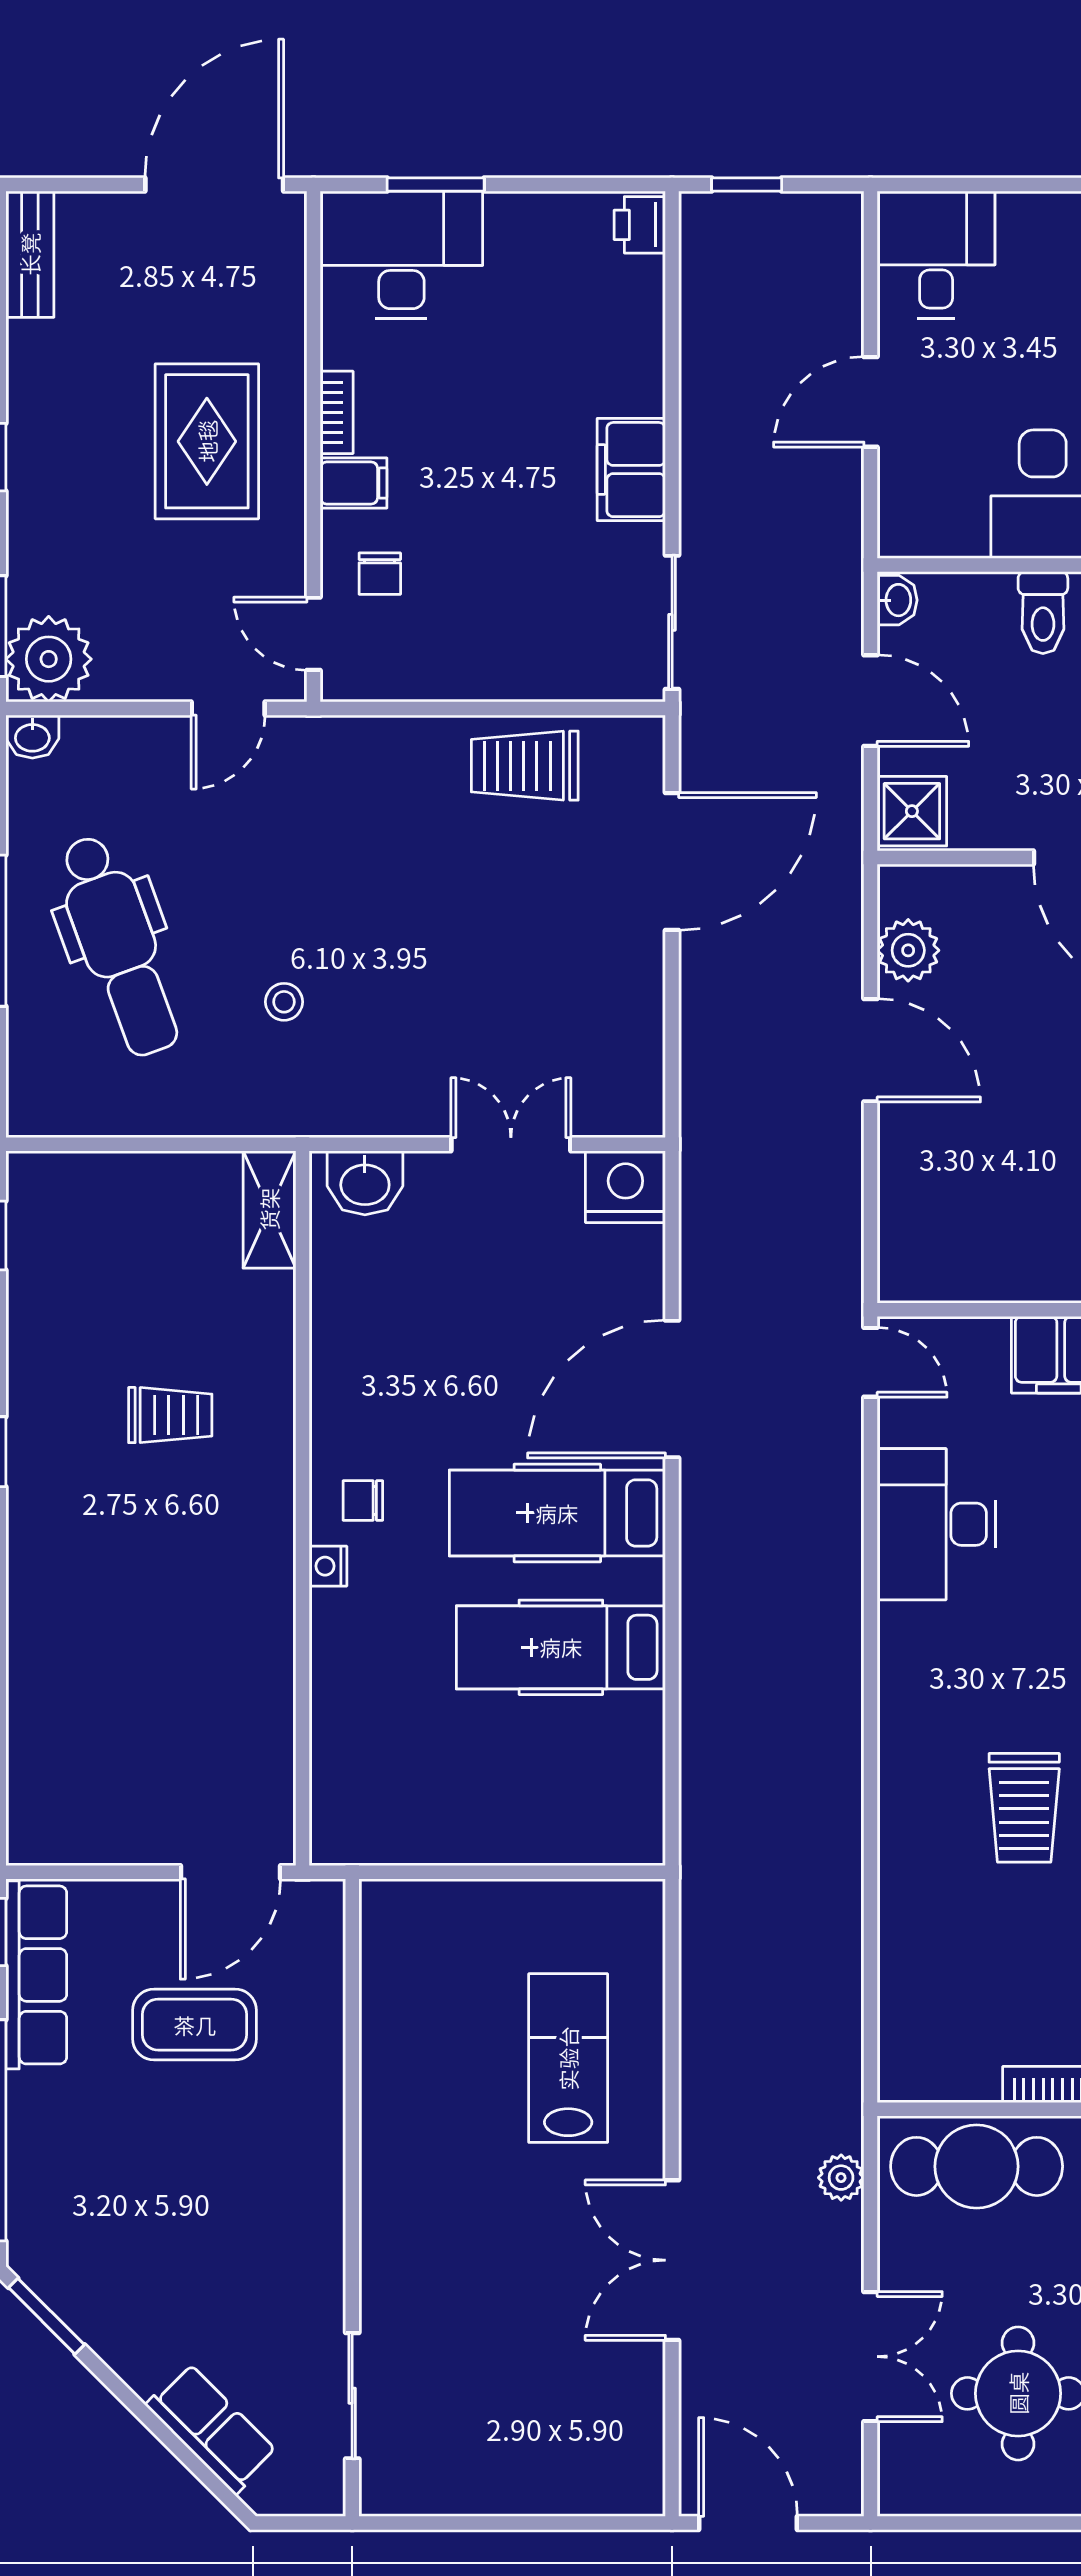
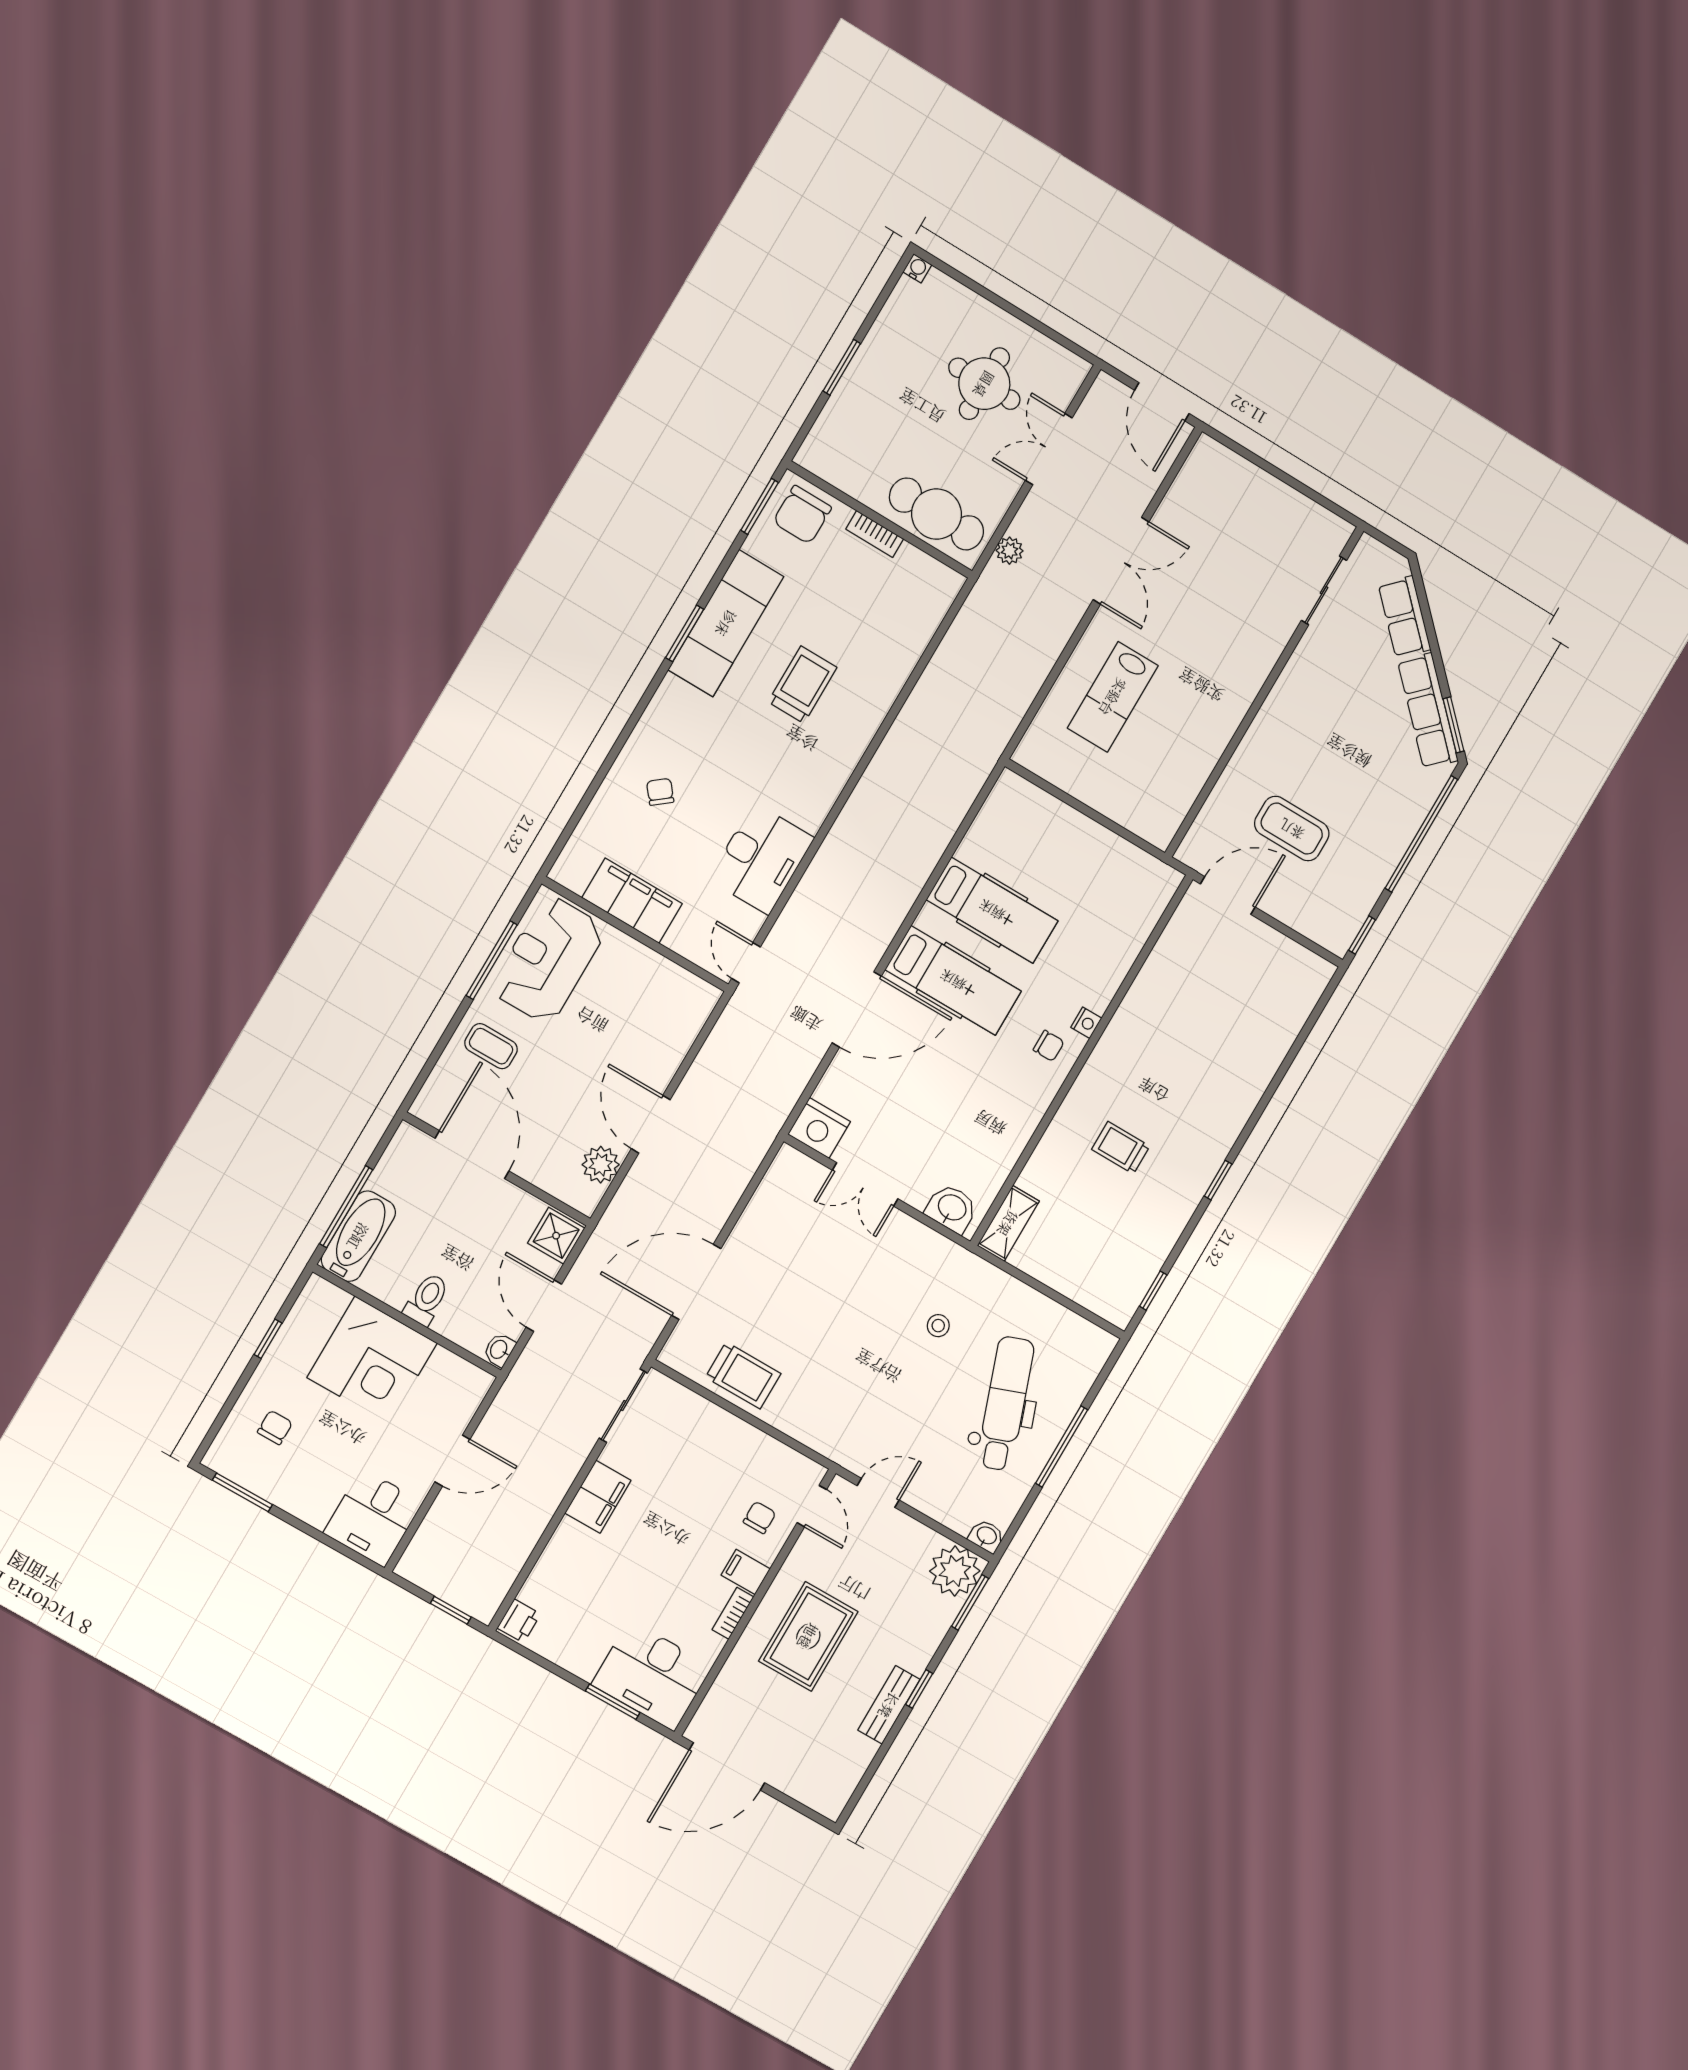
bench: (30, 254) -> (889, 1705), moved
row of seats: (36, 1975) -> (1428, 711), moved, turned -45

